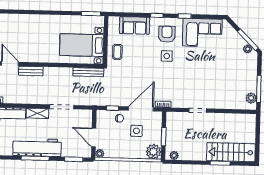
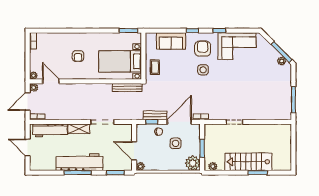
armchair: (39, 38) -> (78, 56), added
bench: (31, 71) -> (155, 115), moved
plant: (251, 98) -> (286, 109), removed
stairs: (231, 152) -> (248, 162), moved

